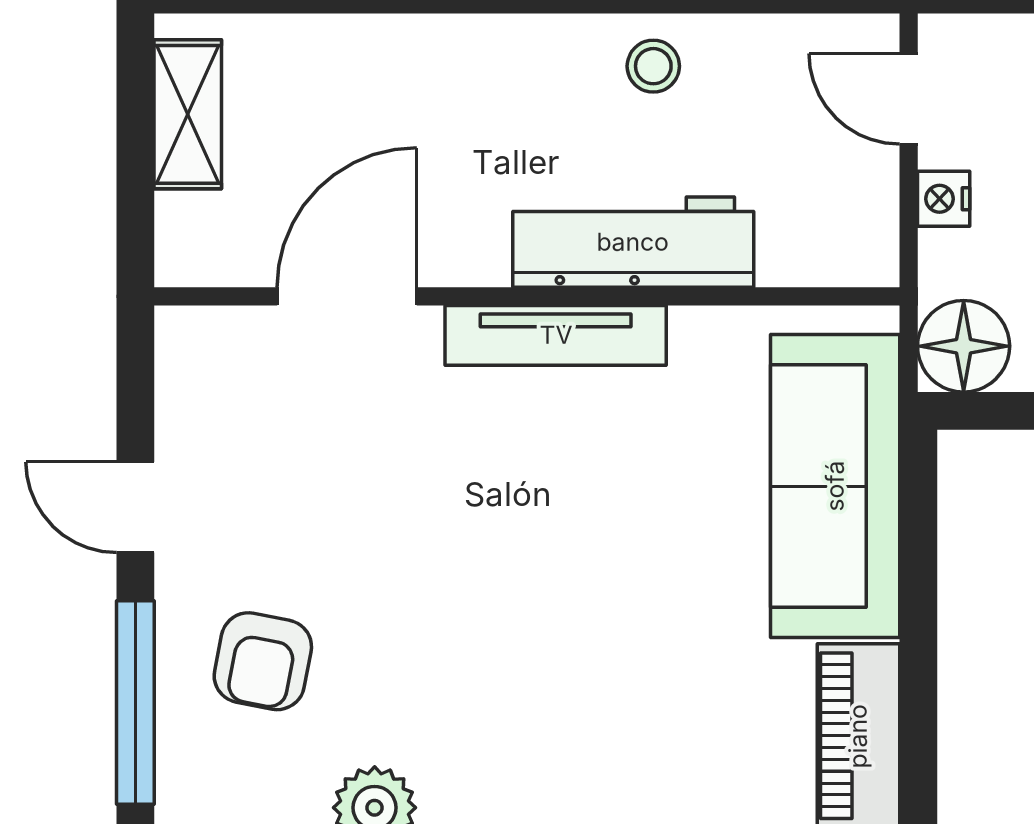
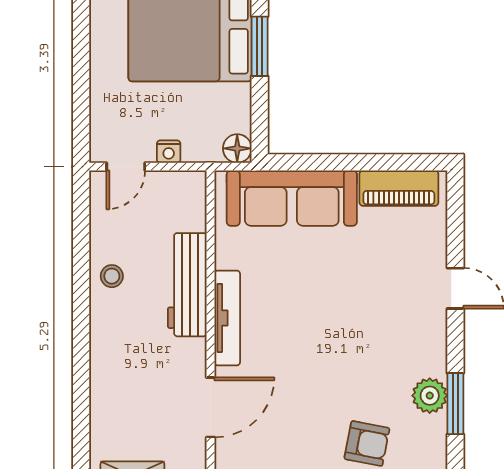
door: (347, 296) -> (210, 407), swing flipped
floor lamp: (964, 346) -> (237, 148), width x0.73, depth x0.73

